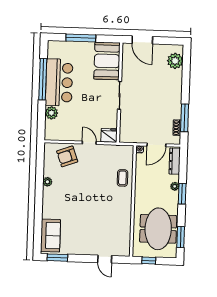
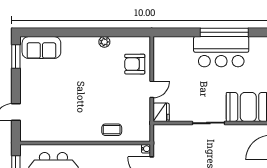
plant: (51, 113) -> (185, 44), removed
armchair: (67, 156) -> (135, 64), turned -70

